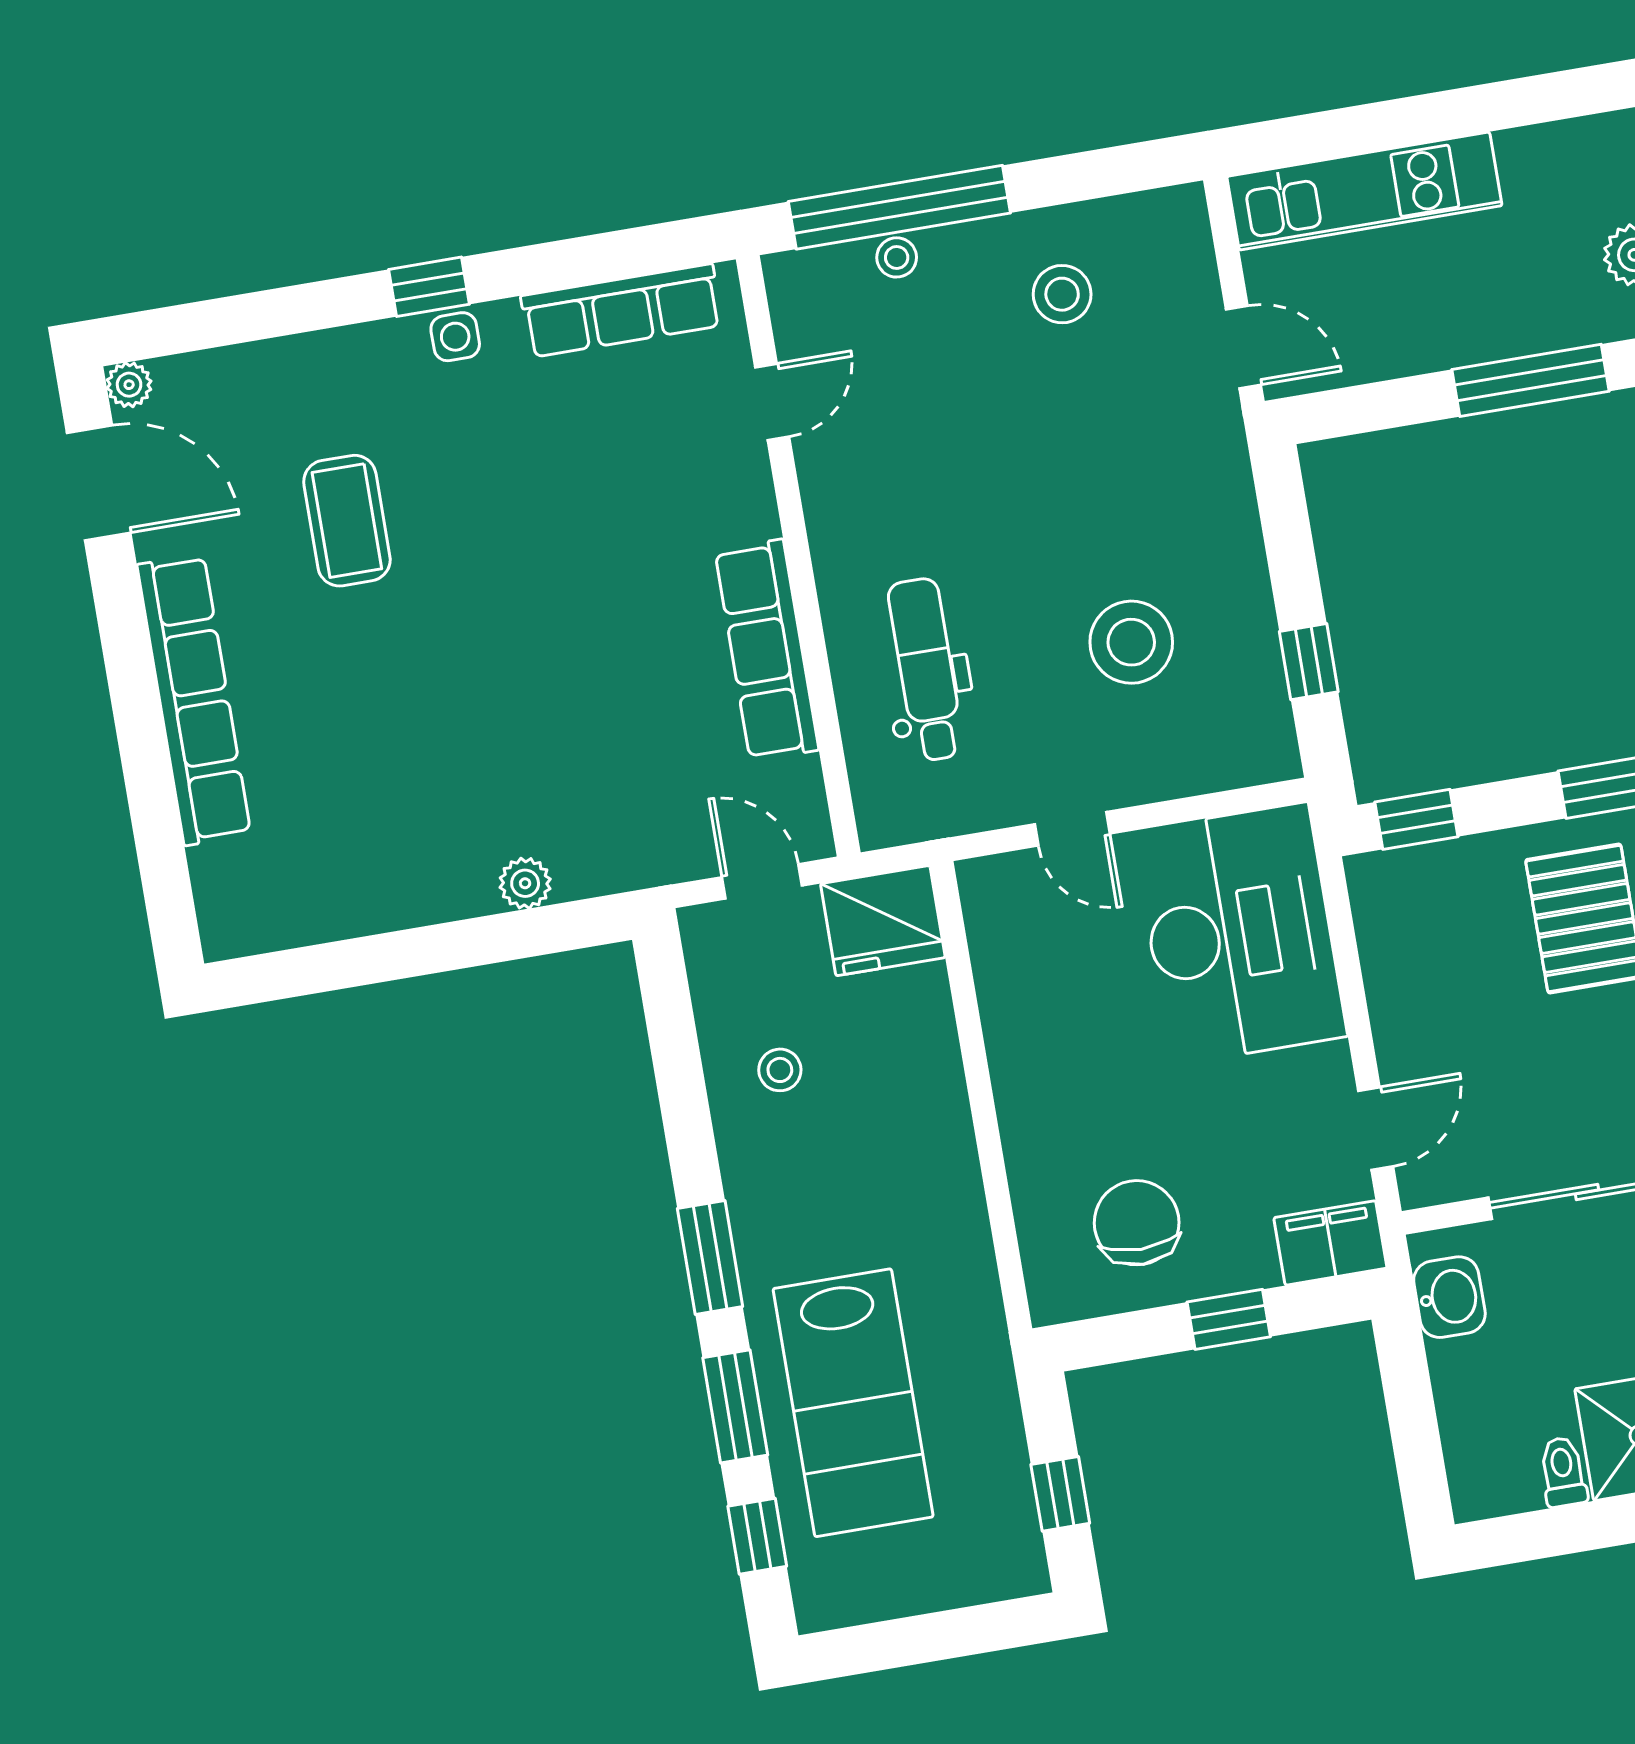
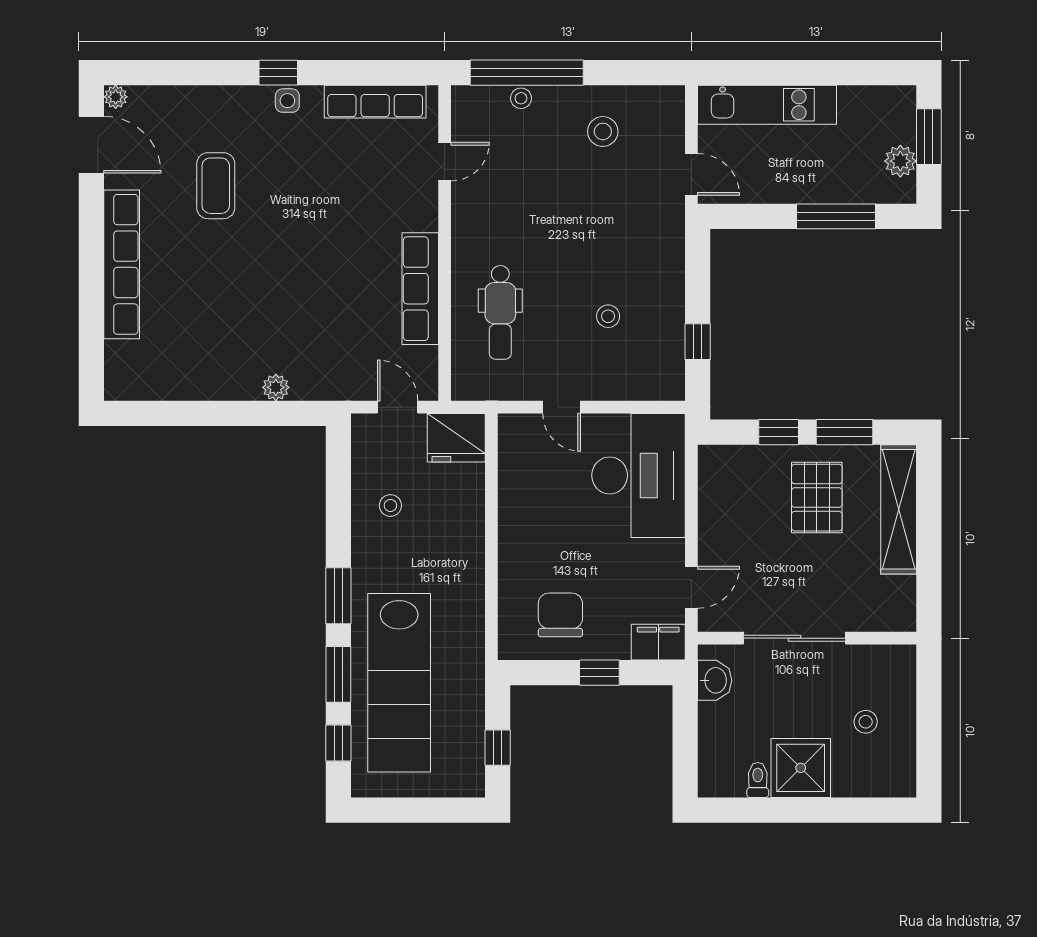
stool: (1131, 642) -> (608, 316), width x0.53, depth x0.53
dental chair: (926, 670) -> (500, 312), turned 180
window: (1416, 819) -> (779, 432), moved
lab bench: (853, 1403) -> (399, 683), width x1.36

